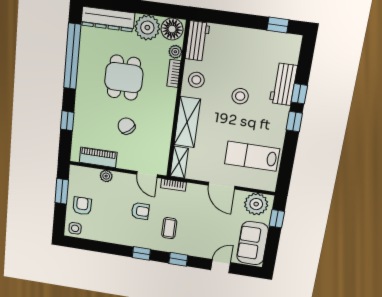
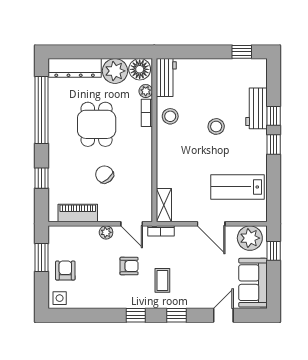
shelving: (187, 122) -> (167, 161), removed
plant: (106, 176) -> (106, 232), moved

